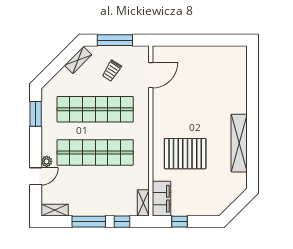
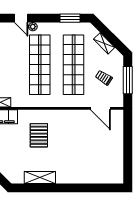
shelving: (78, 60) -> (104, 43), moved
shelving: (239, 143) -> (40, 178), width x0.68
pallet: (185, 154) -> (39, 135), width x0.73, depth x0.71

